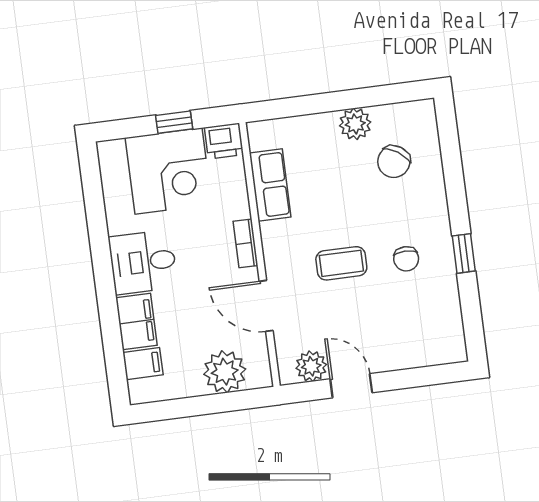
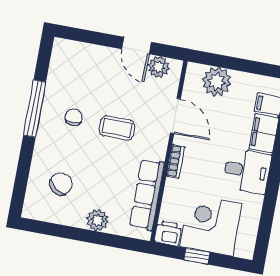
plant: (355, 124) -> (98, 220), moved
row of seats: (270, 185) -> (147, 195), width x1.48
window: (464, 253) -> (35, 109), width x2.17

